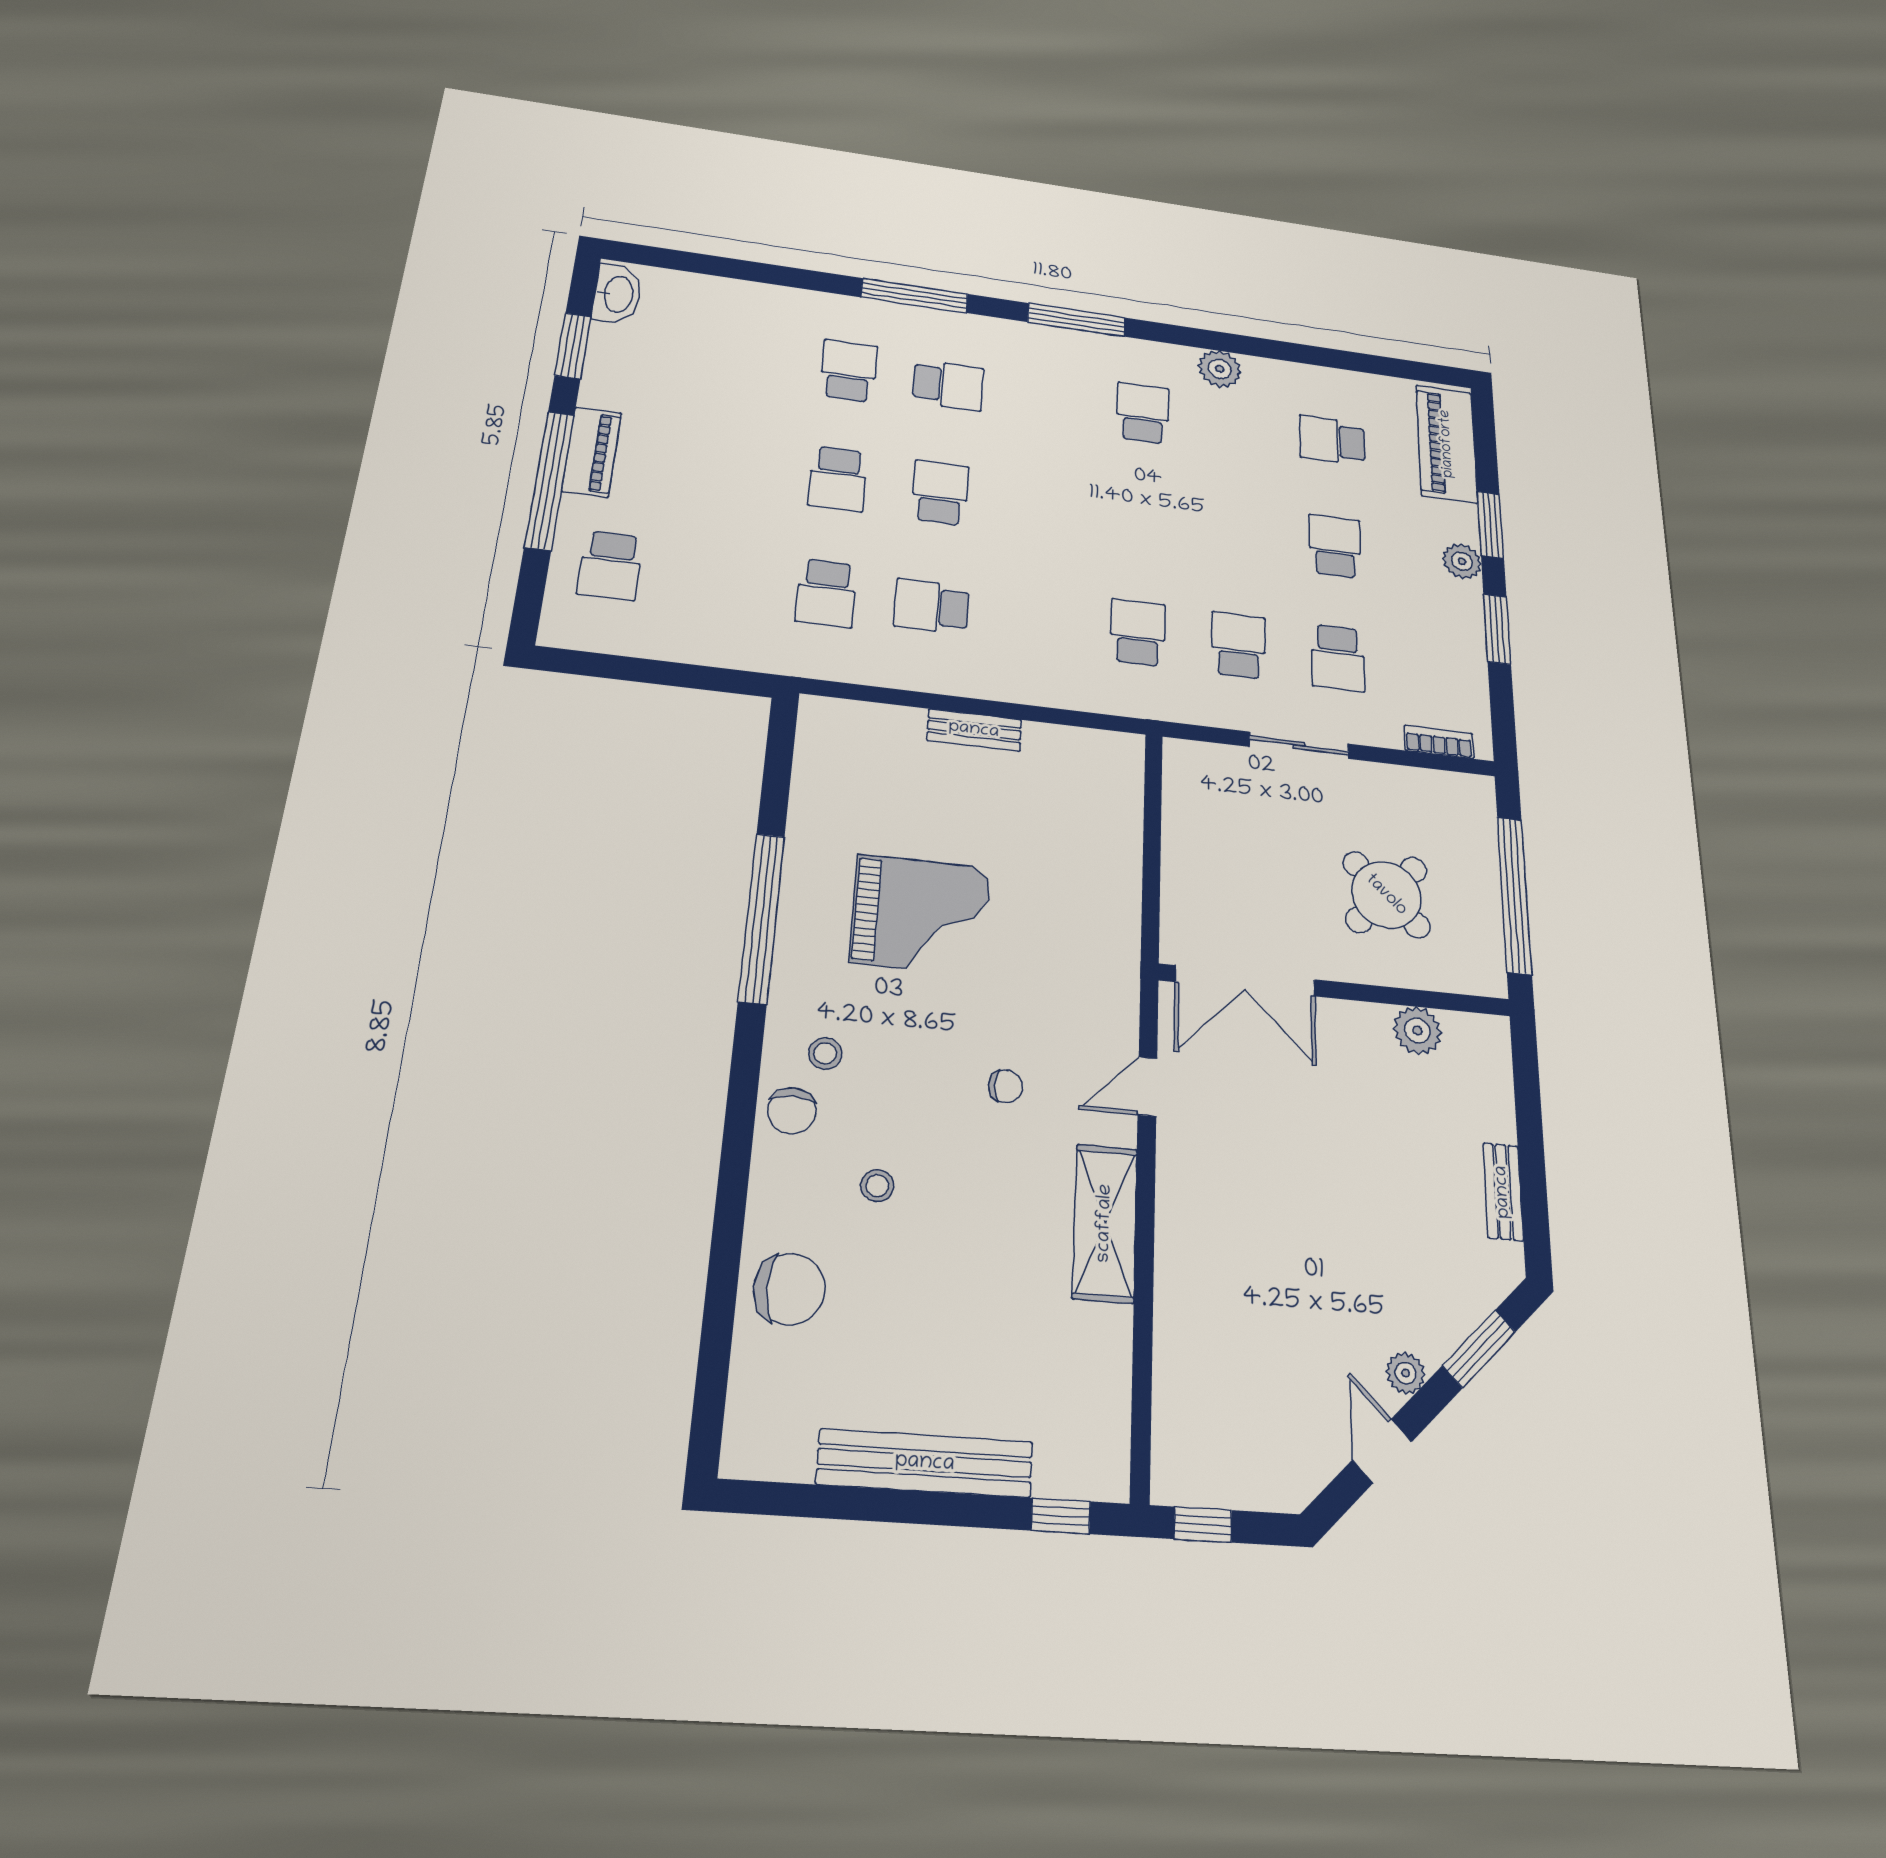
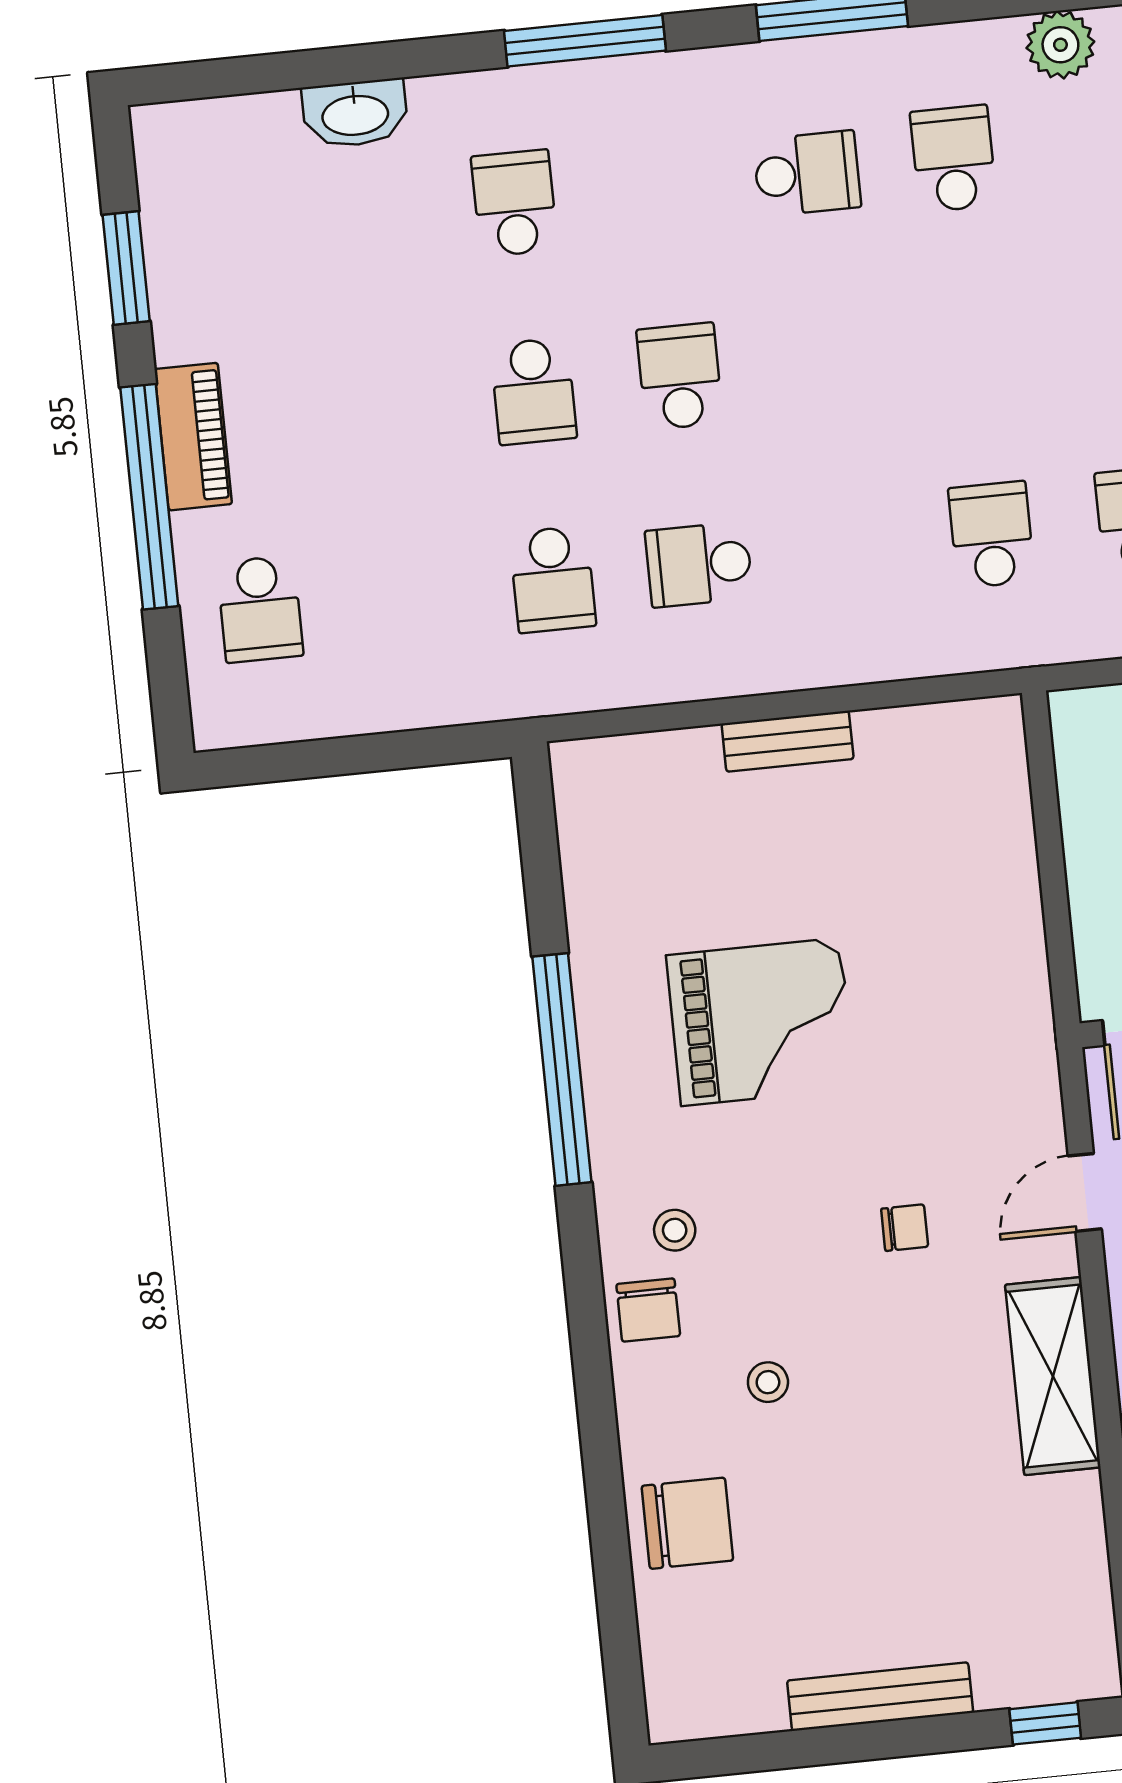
washbasin: (617, 294) -> (355, 114), moved, turned 90
school desk: (948, 385) -> (807, 173), moved
bench: (925, 1463) -> (880, 1697), width x0.73, depth x0.82

